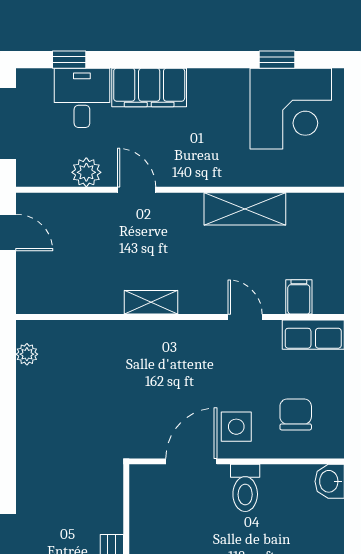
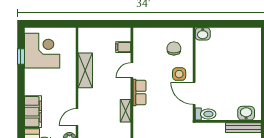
row of seats: (313, 335) -> (140, 92), moved
chair: (296, 414) -> (174, 48), turned 90
toilet: (245, 488) -> (206, 114), moved

